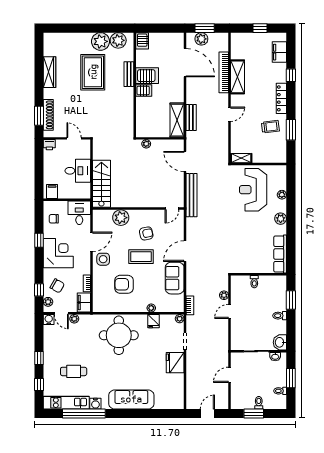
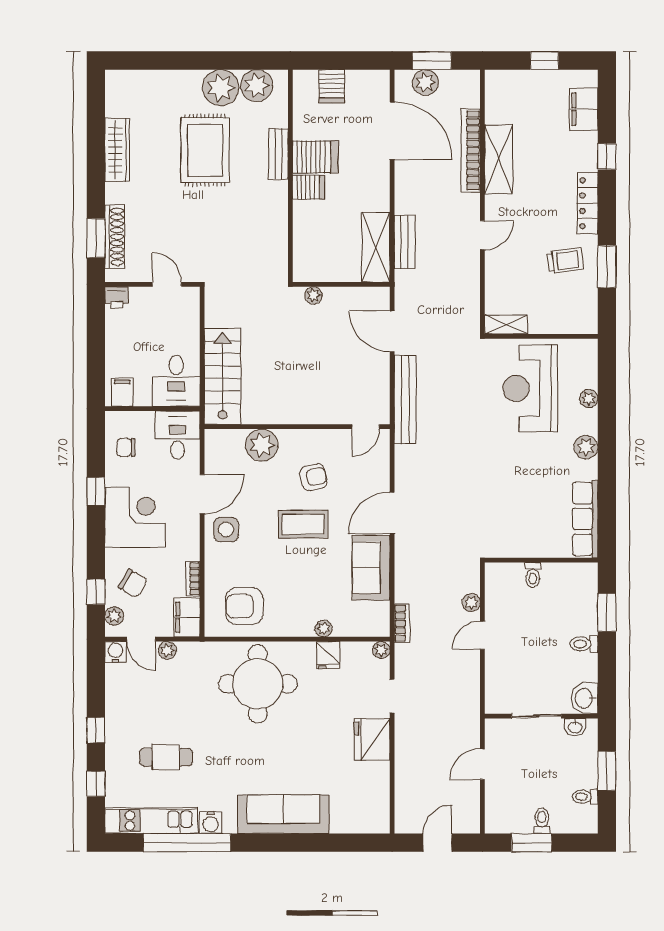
server rack: (142, 41) -> (332, 86), moved
desk: (78, 171) -> (176, 381), moved, turned 90
armchair: (124, 284) -> (244, 606), moved

